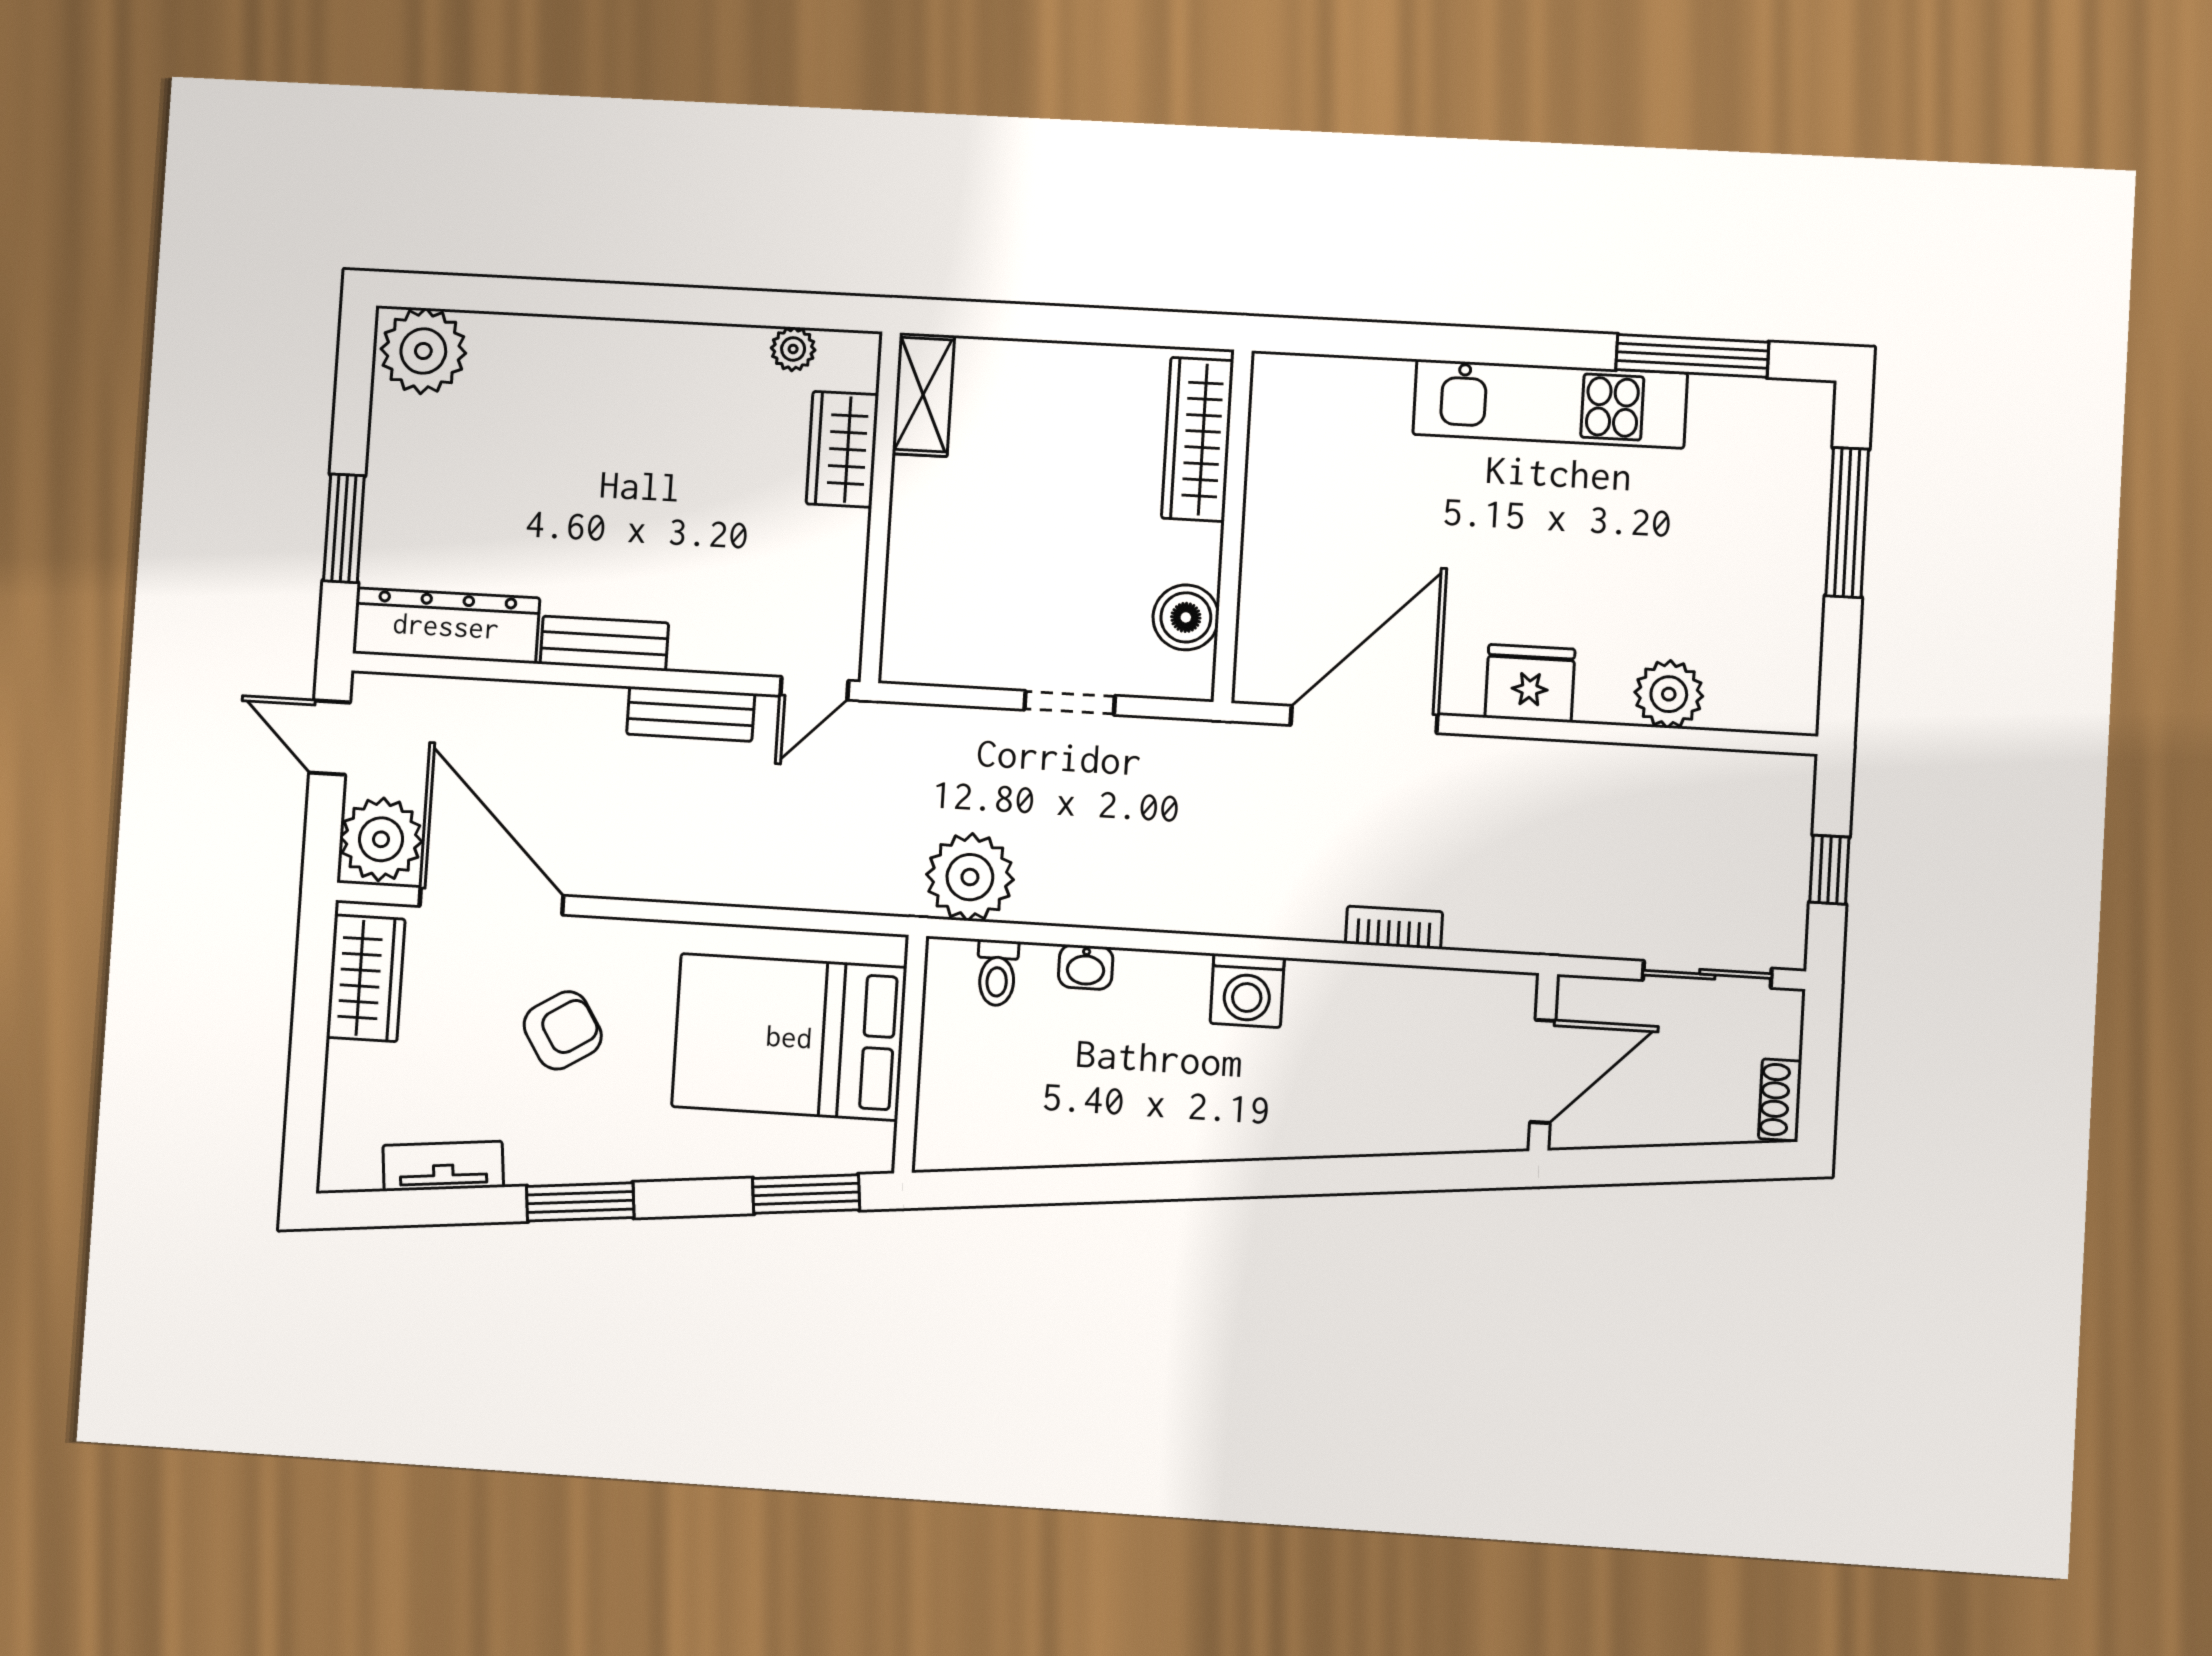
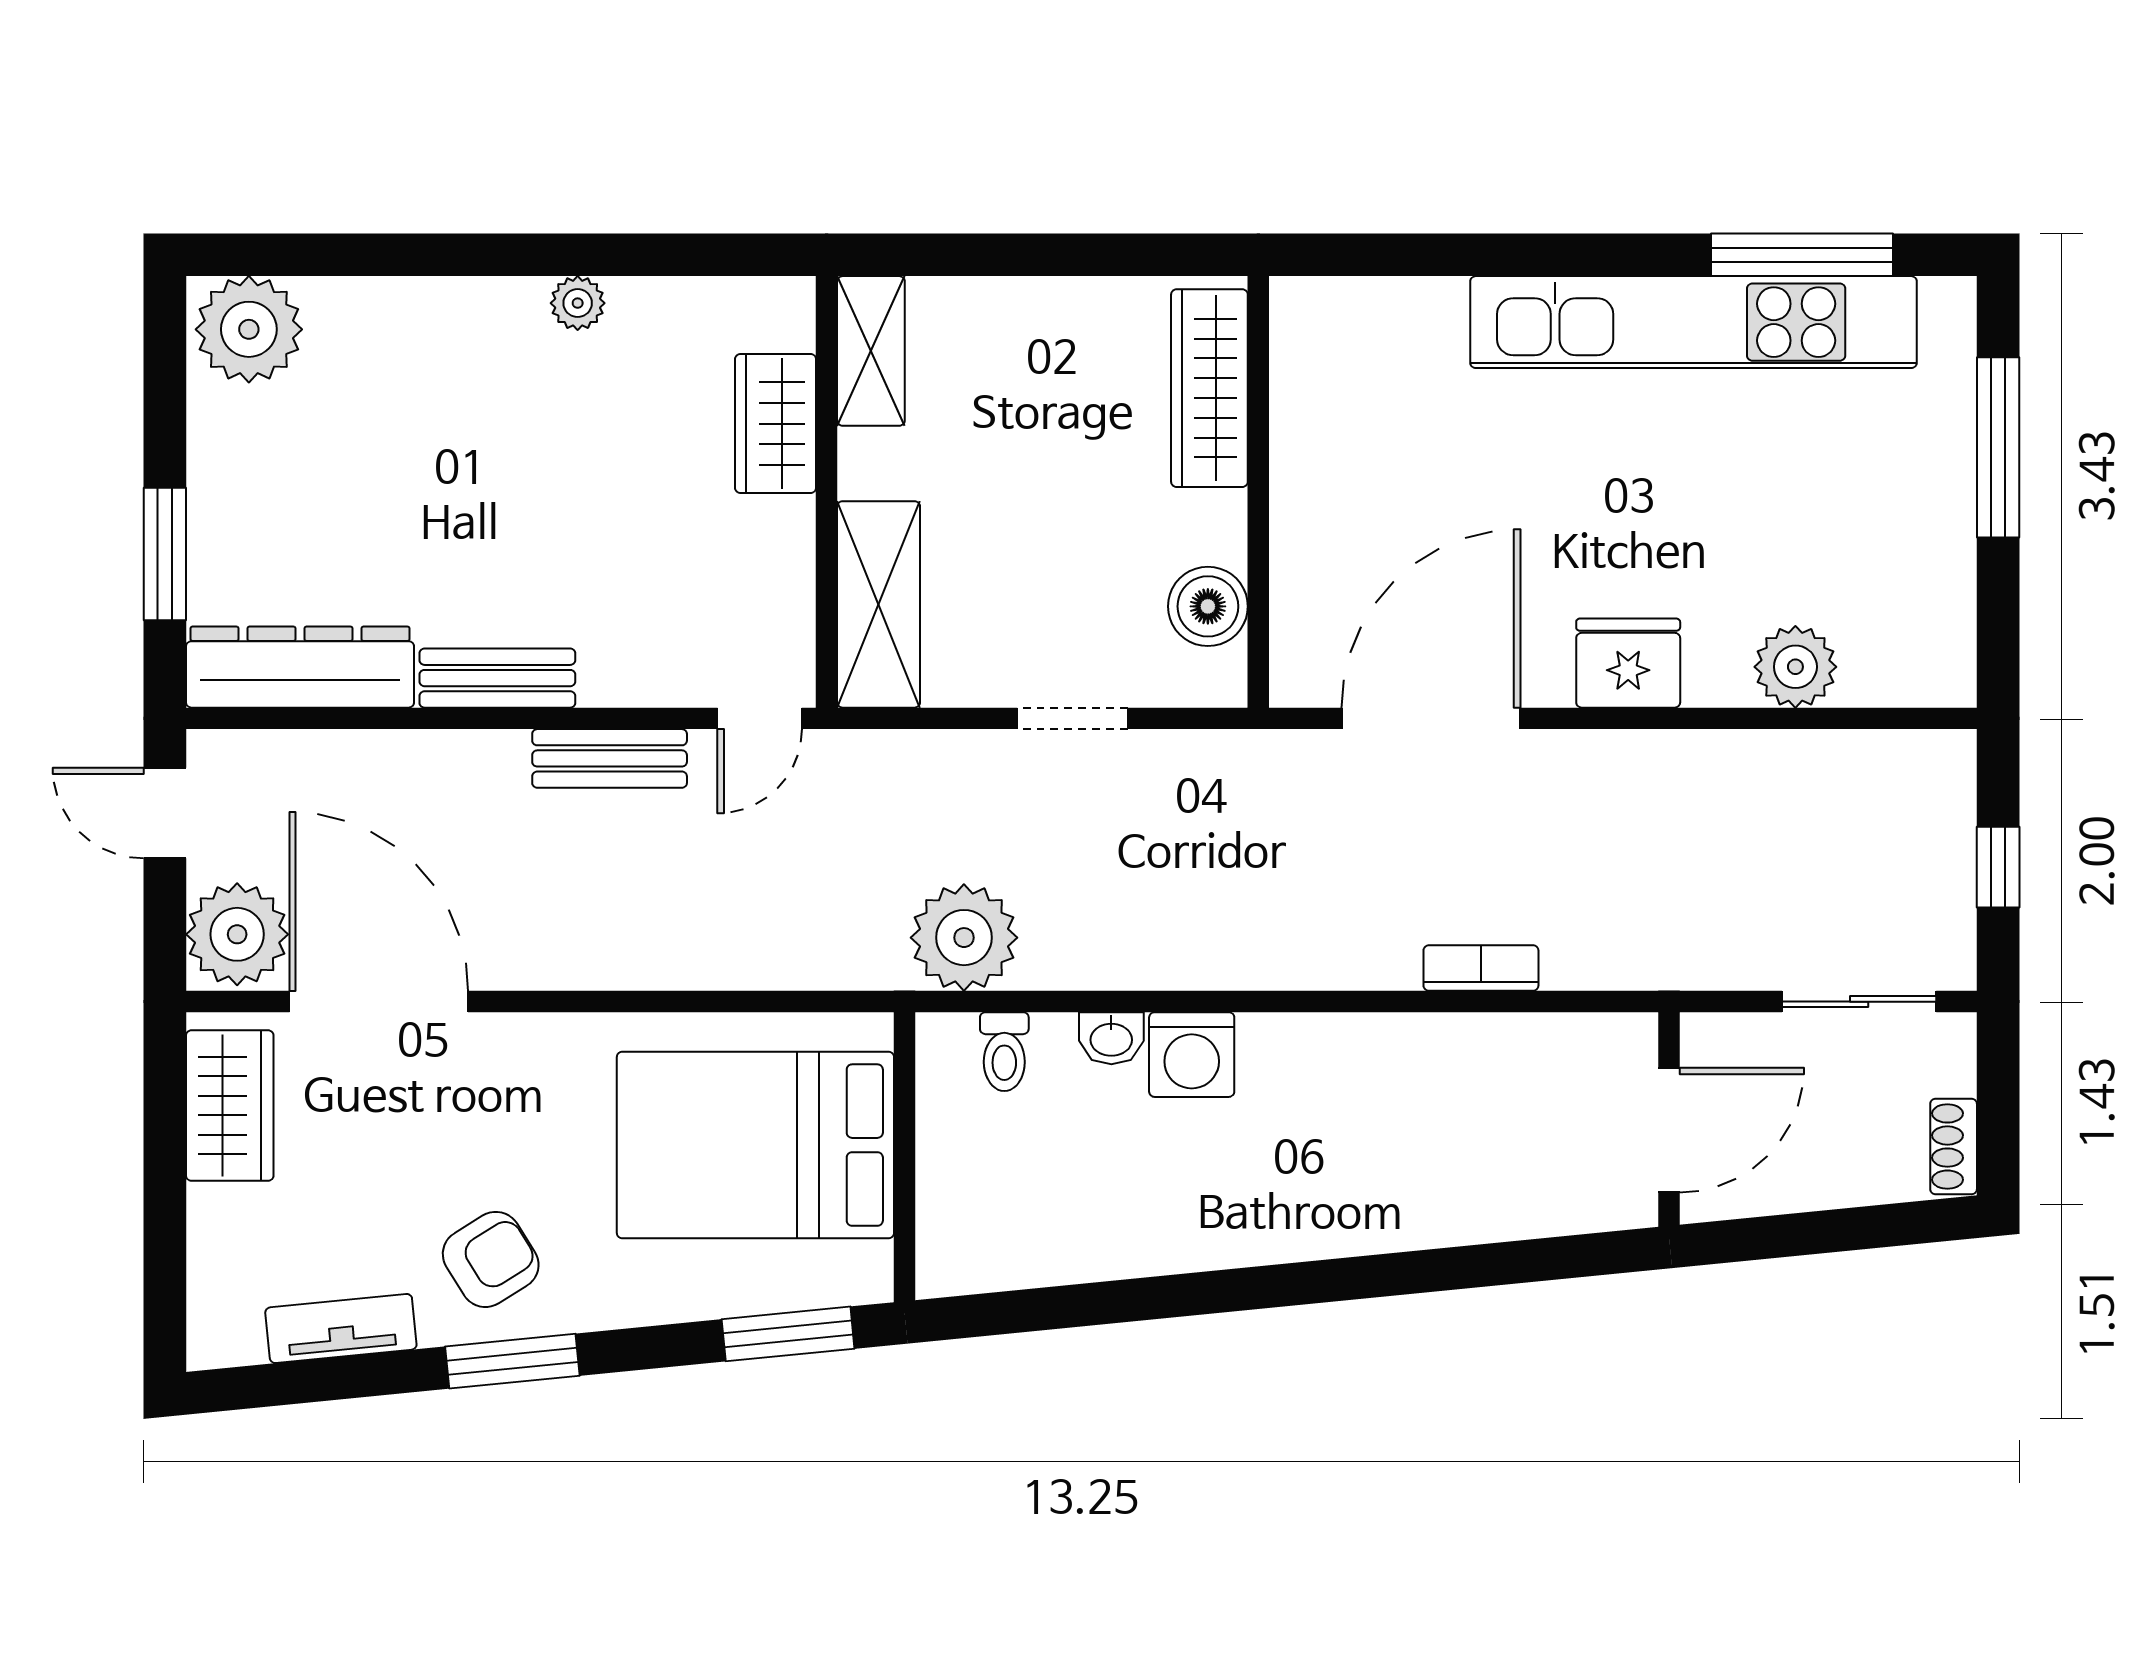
plant: (793, 349) -> (578, 303), moved
kitchen unit: (1550, 404) -> (1693, 322), width x1.36
shelving: (917, 601) -> (879, 604), added
washing machine: (1247, 990) -> (1192, 1055), moved
armchair: (563, 1030) -> (491, 1259), moved

